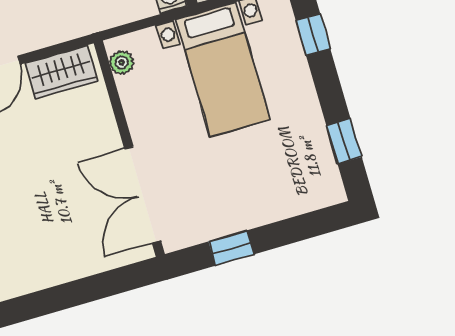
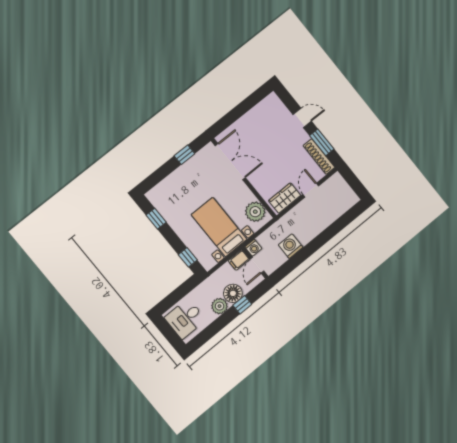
plant: (122, 62) -> (255, 212), width x1.87, depth x1.87

